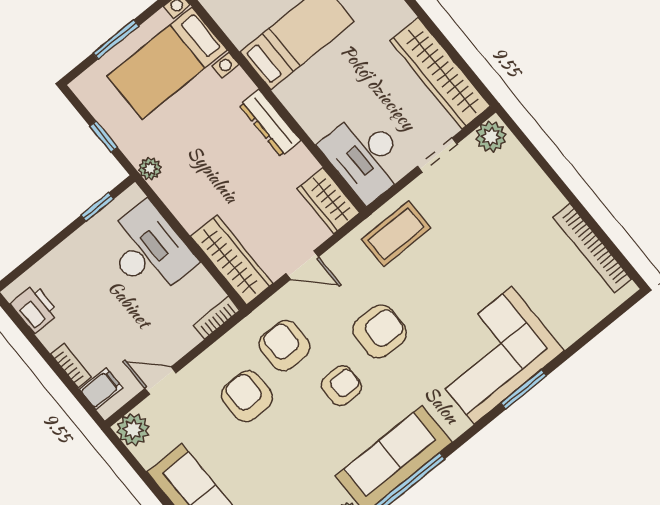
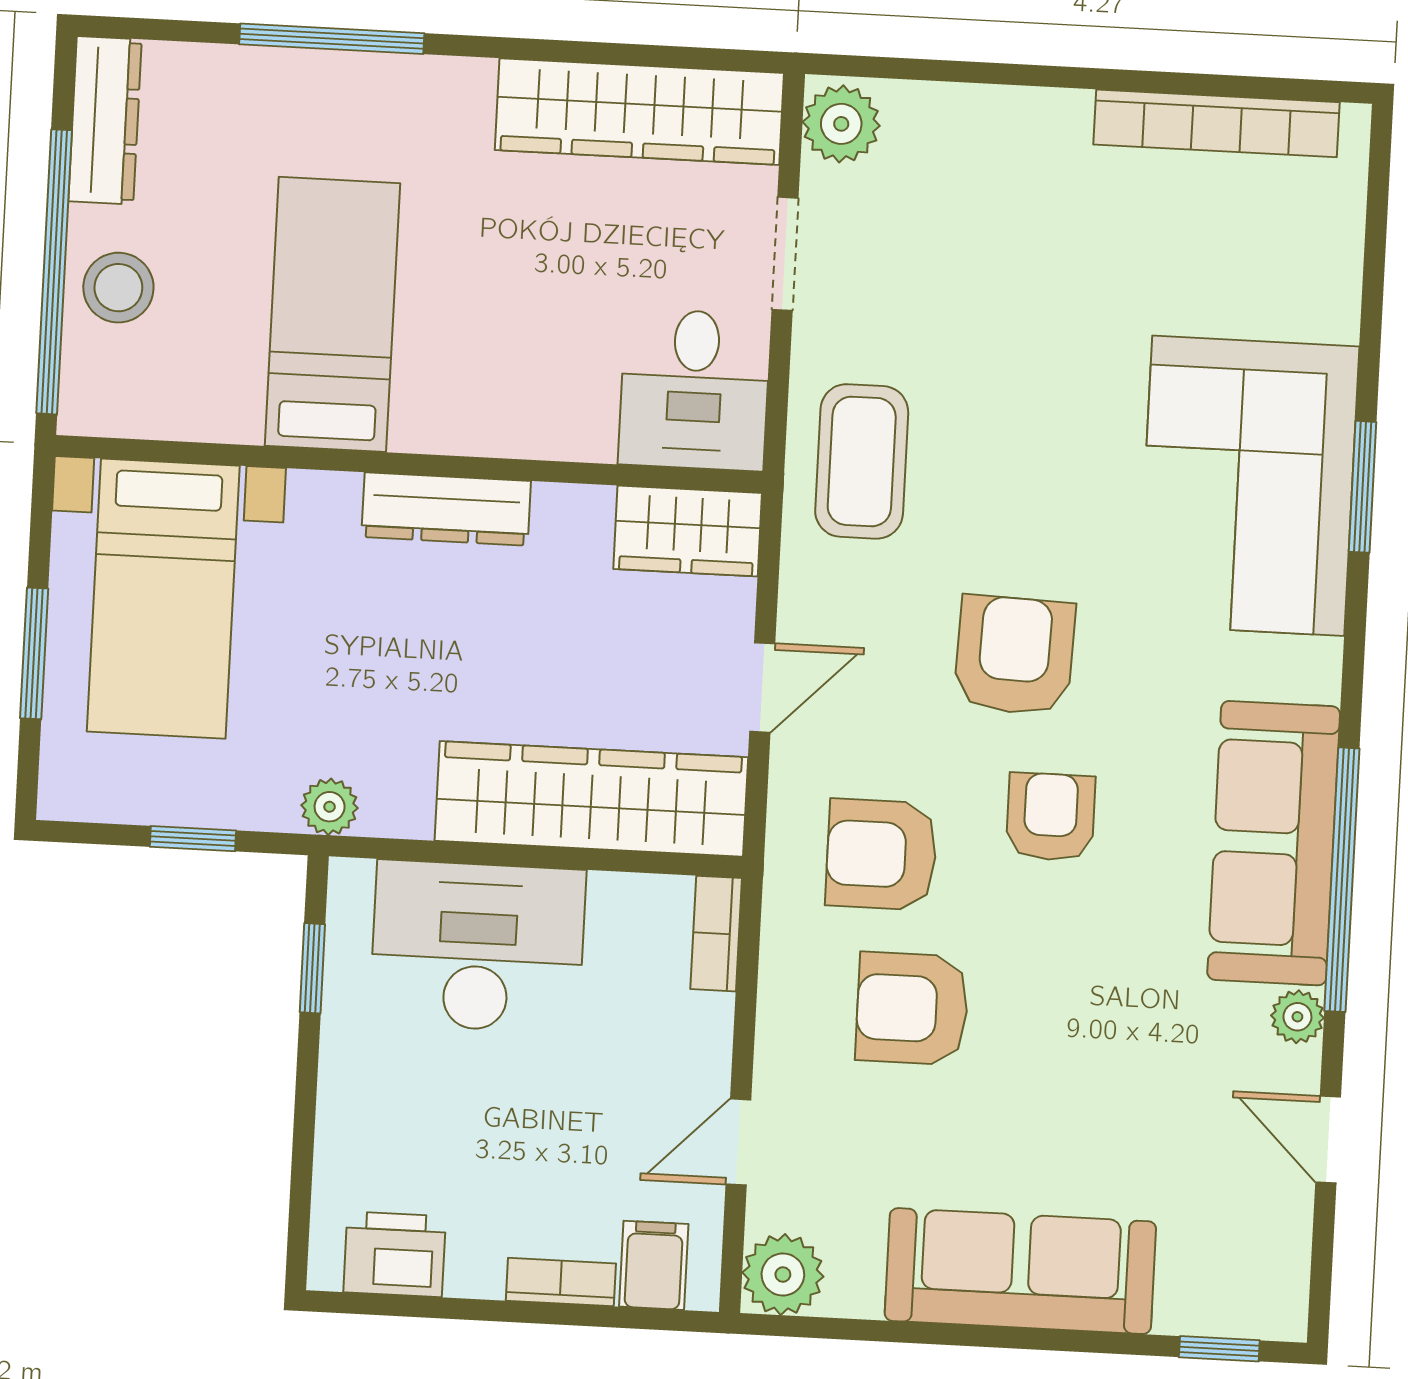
desk: (365, 156) -> (694, 390), width x0.73
wardrobe: (232, 260) -> (591, 799), width x1.40, depth x1.17

